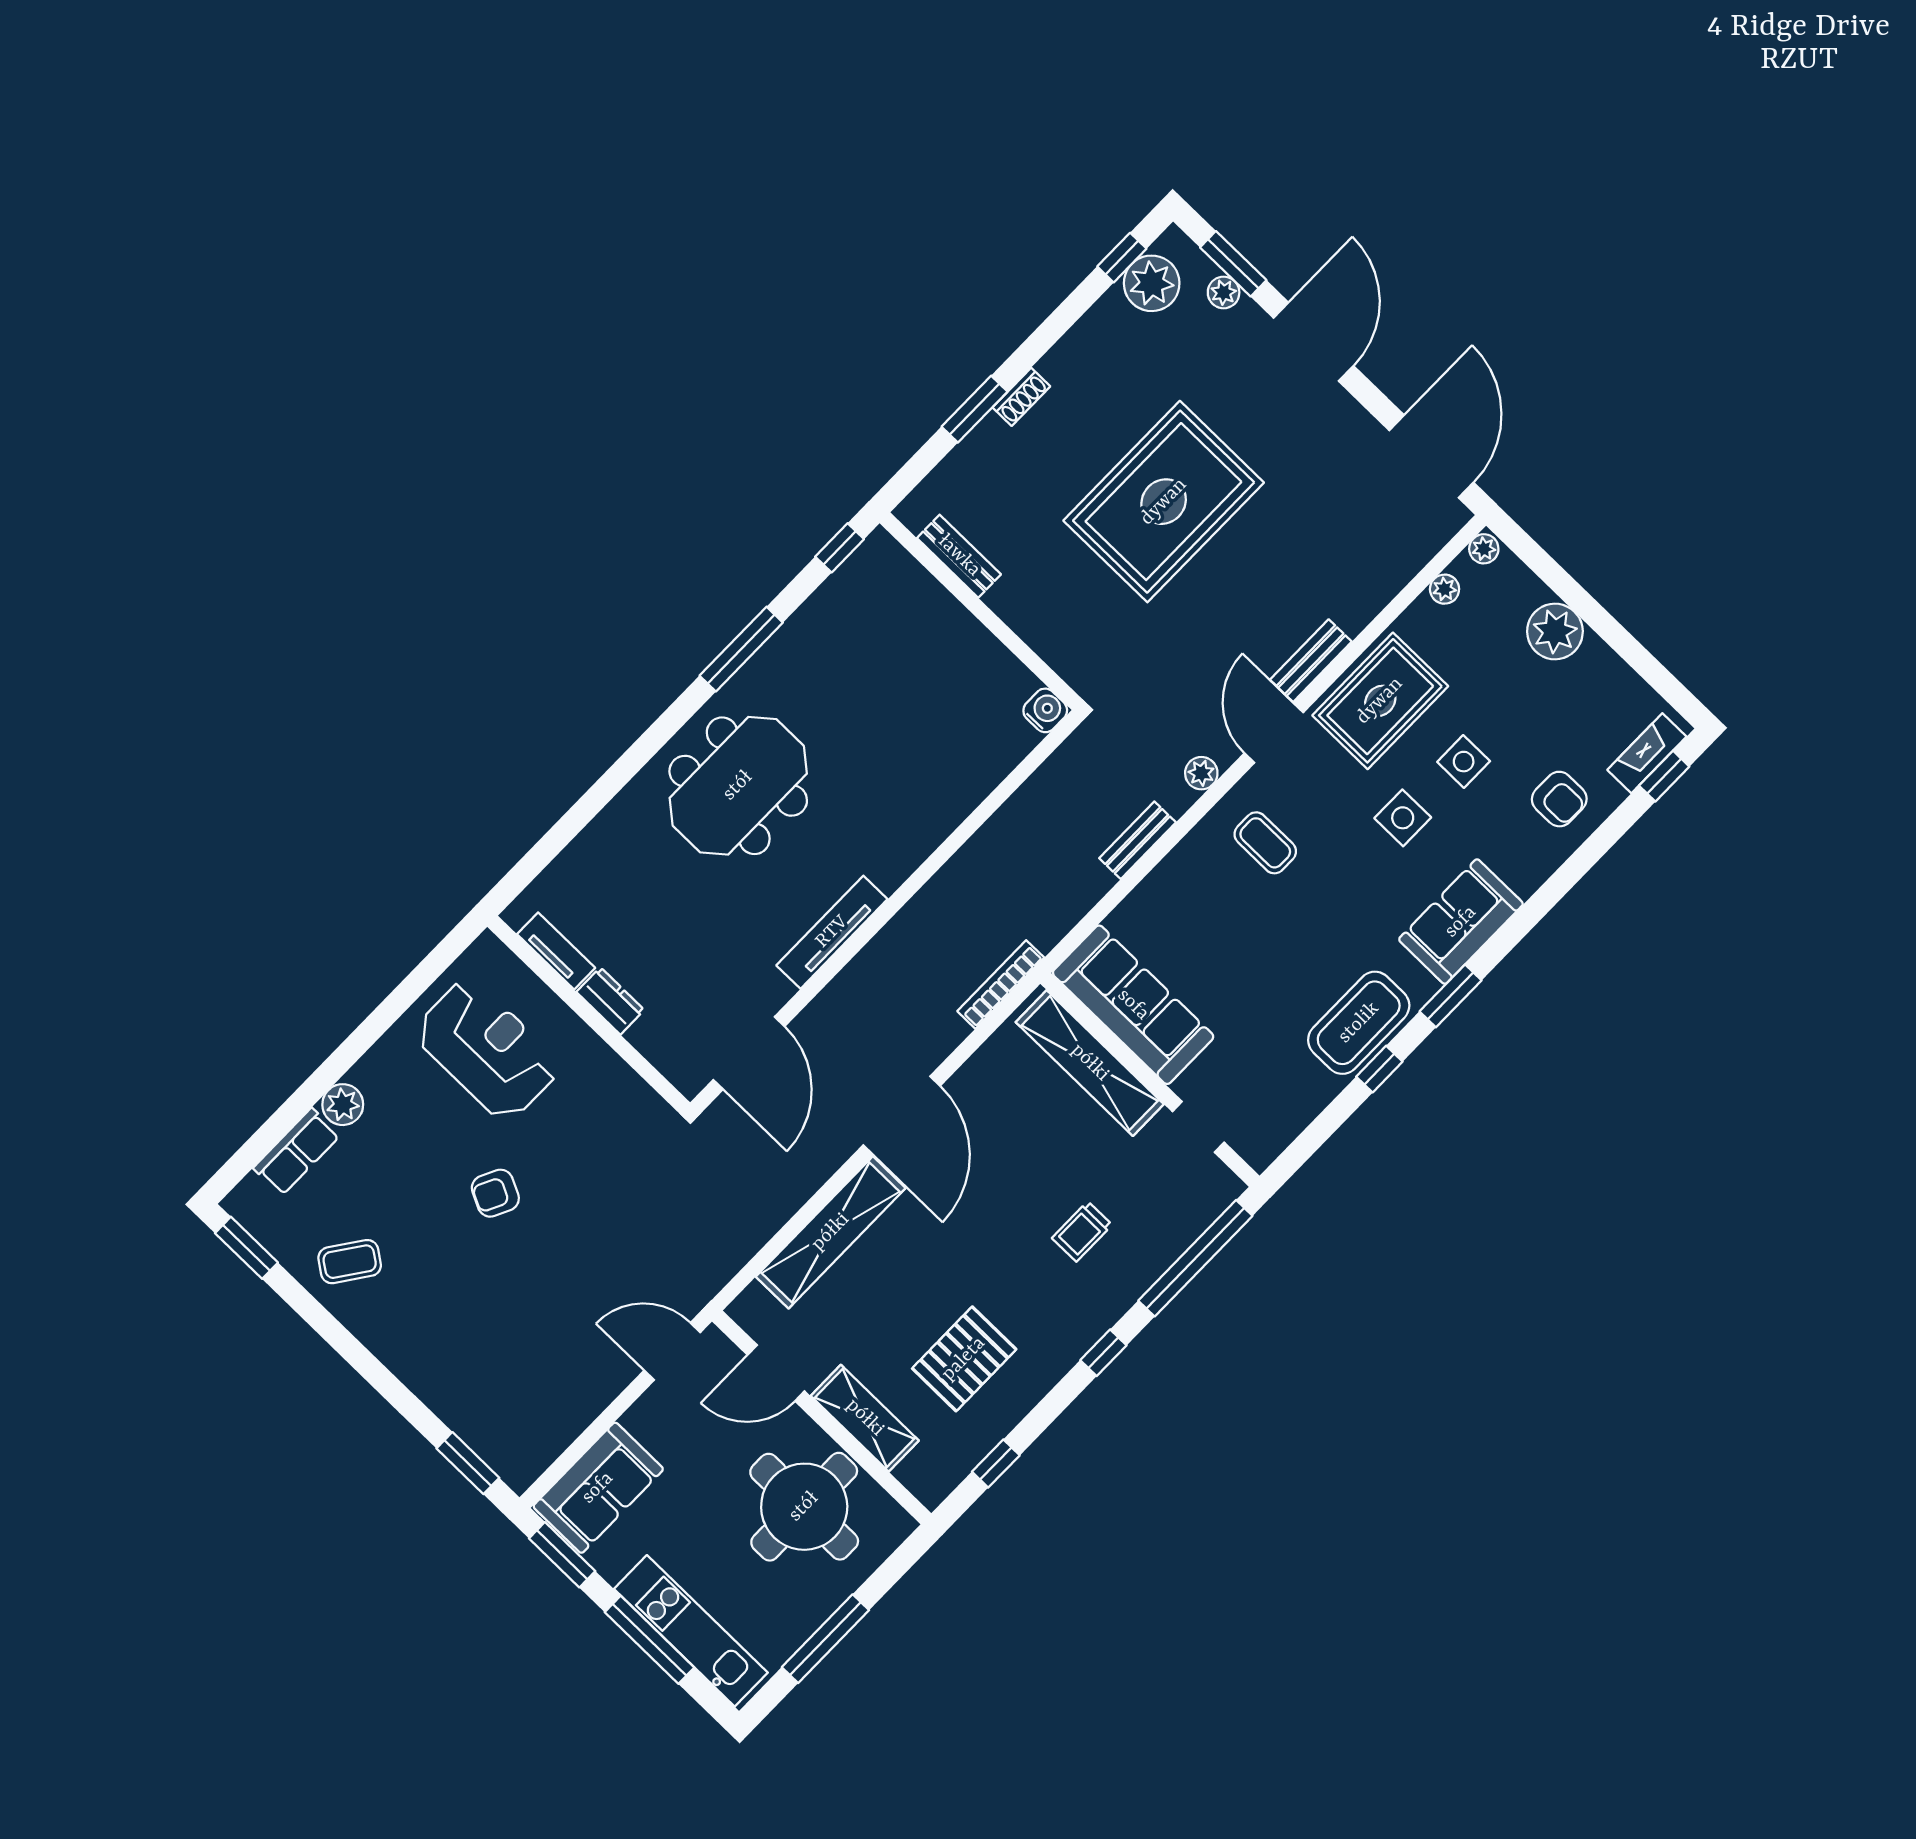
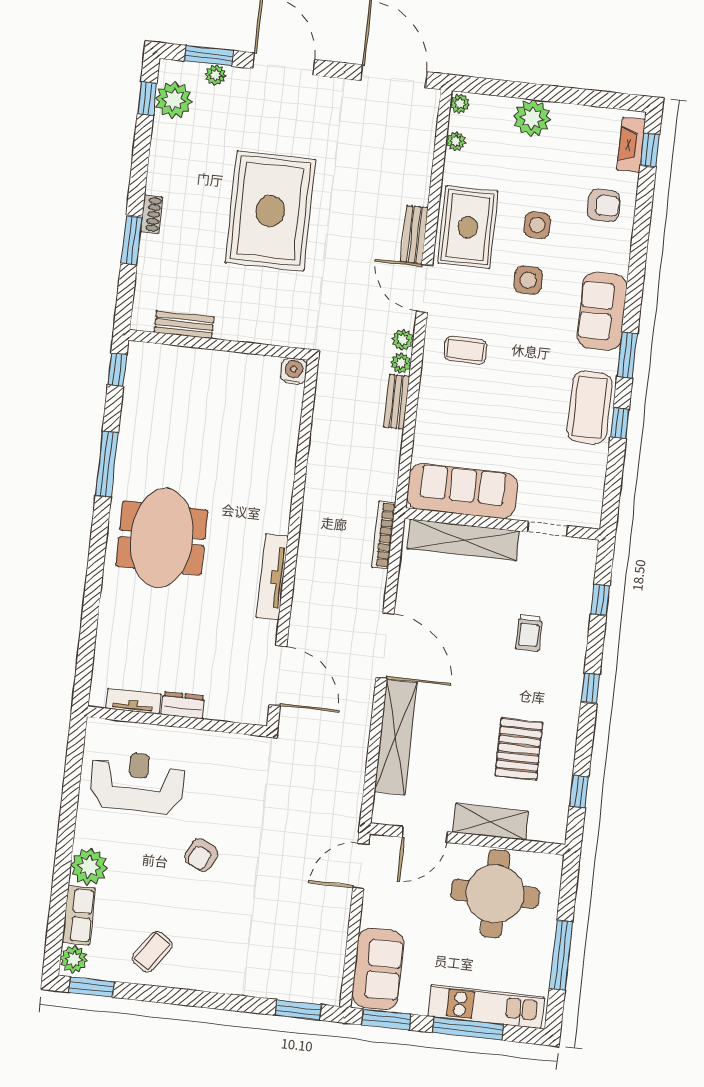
plant: (1178, 799) -> (401, 363), added
plant: (343, 1105) -> (89, 867), width x1.36, depth x1.36
plant: (251, 1199) -> (74, 959), added
window: (1195, 1258) -> (600, 600), width x0.32

